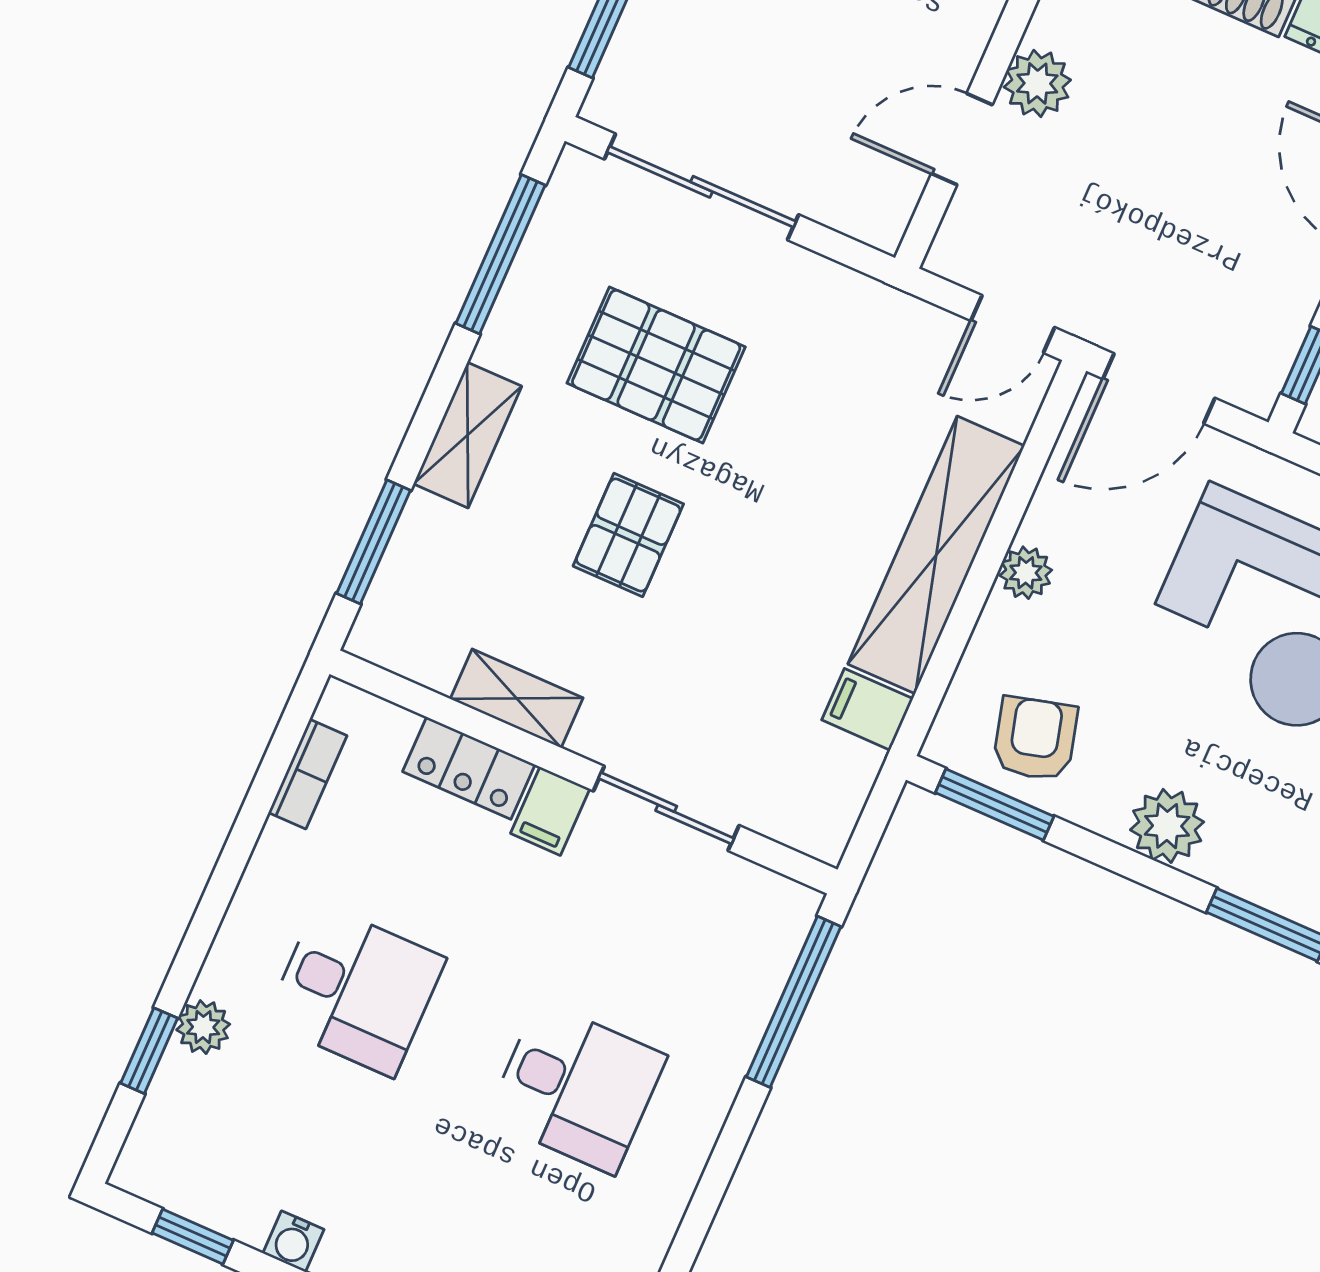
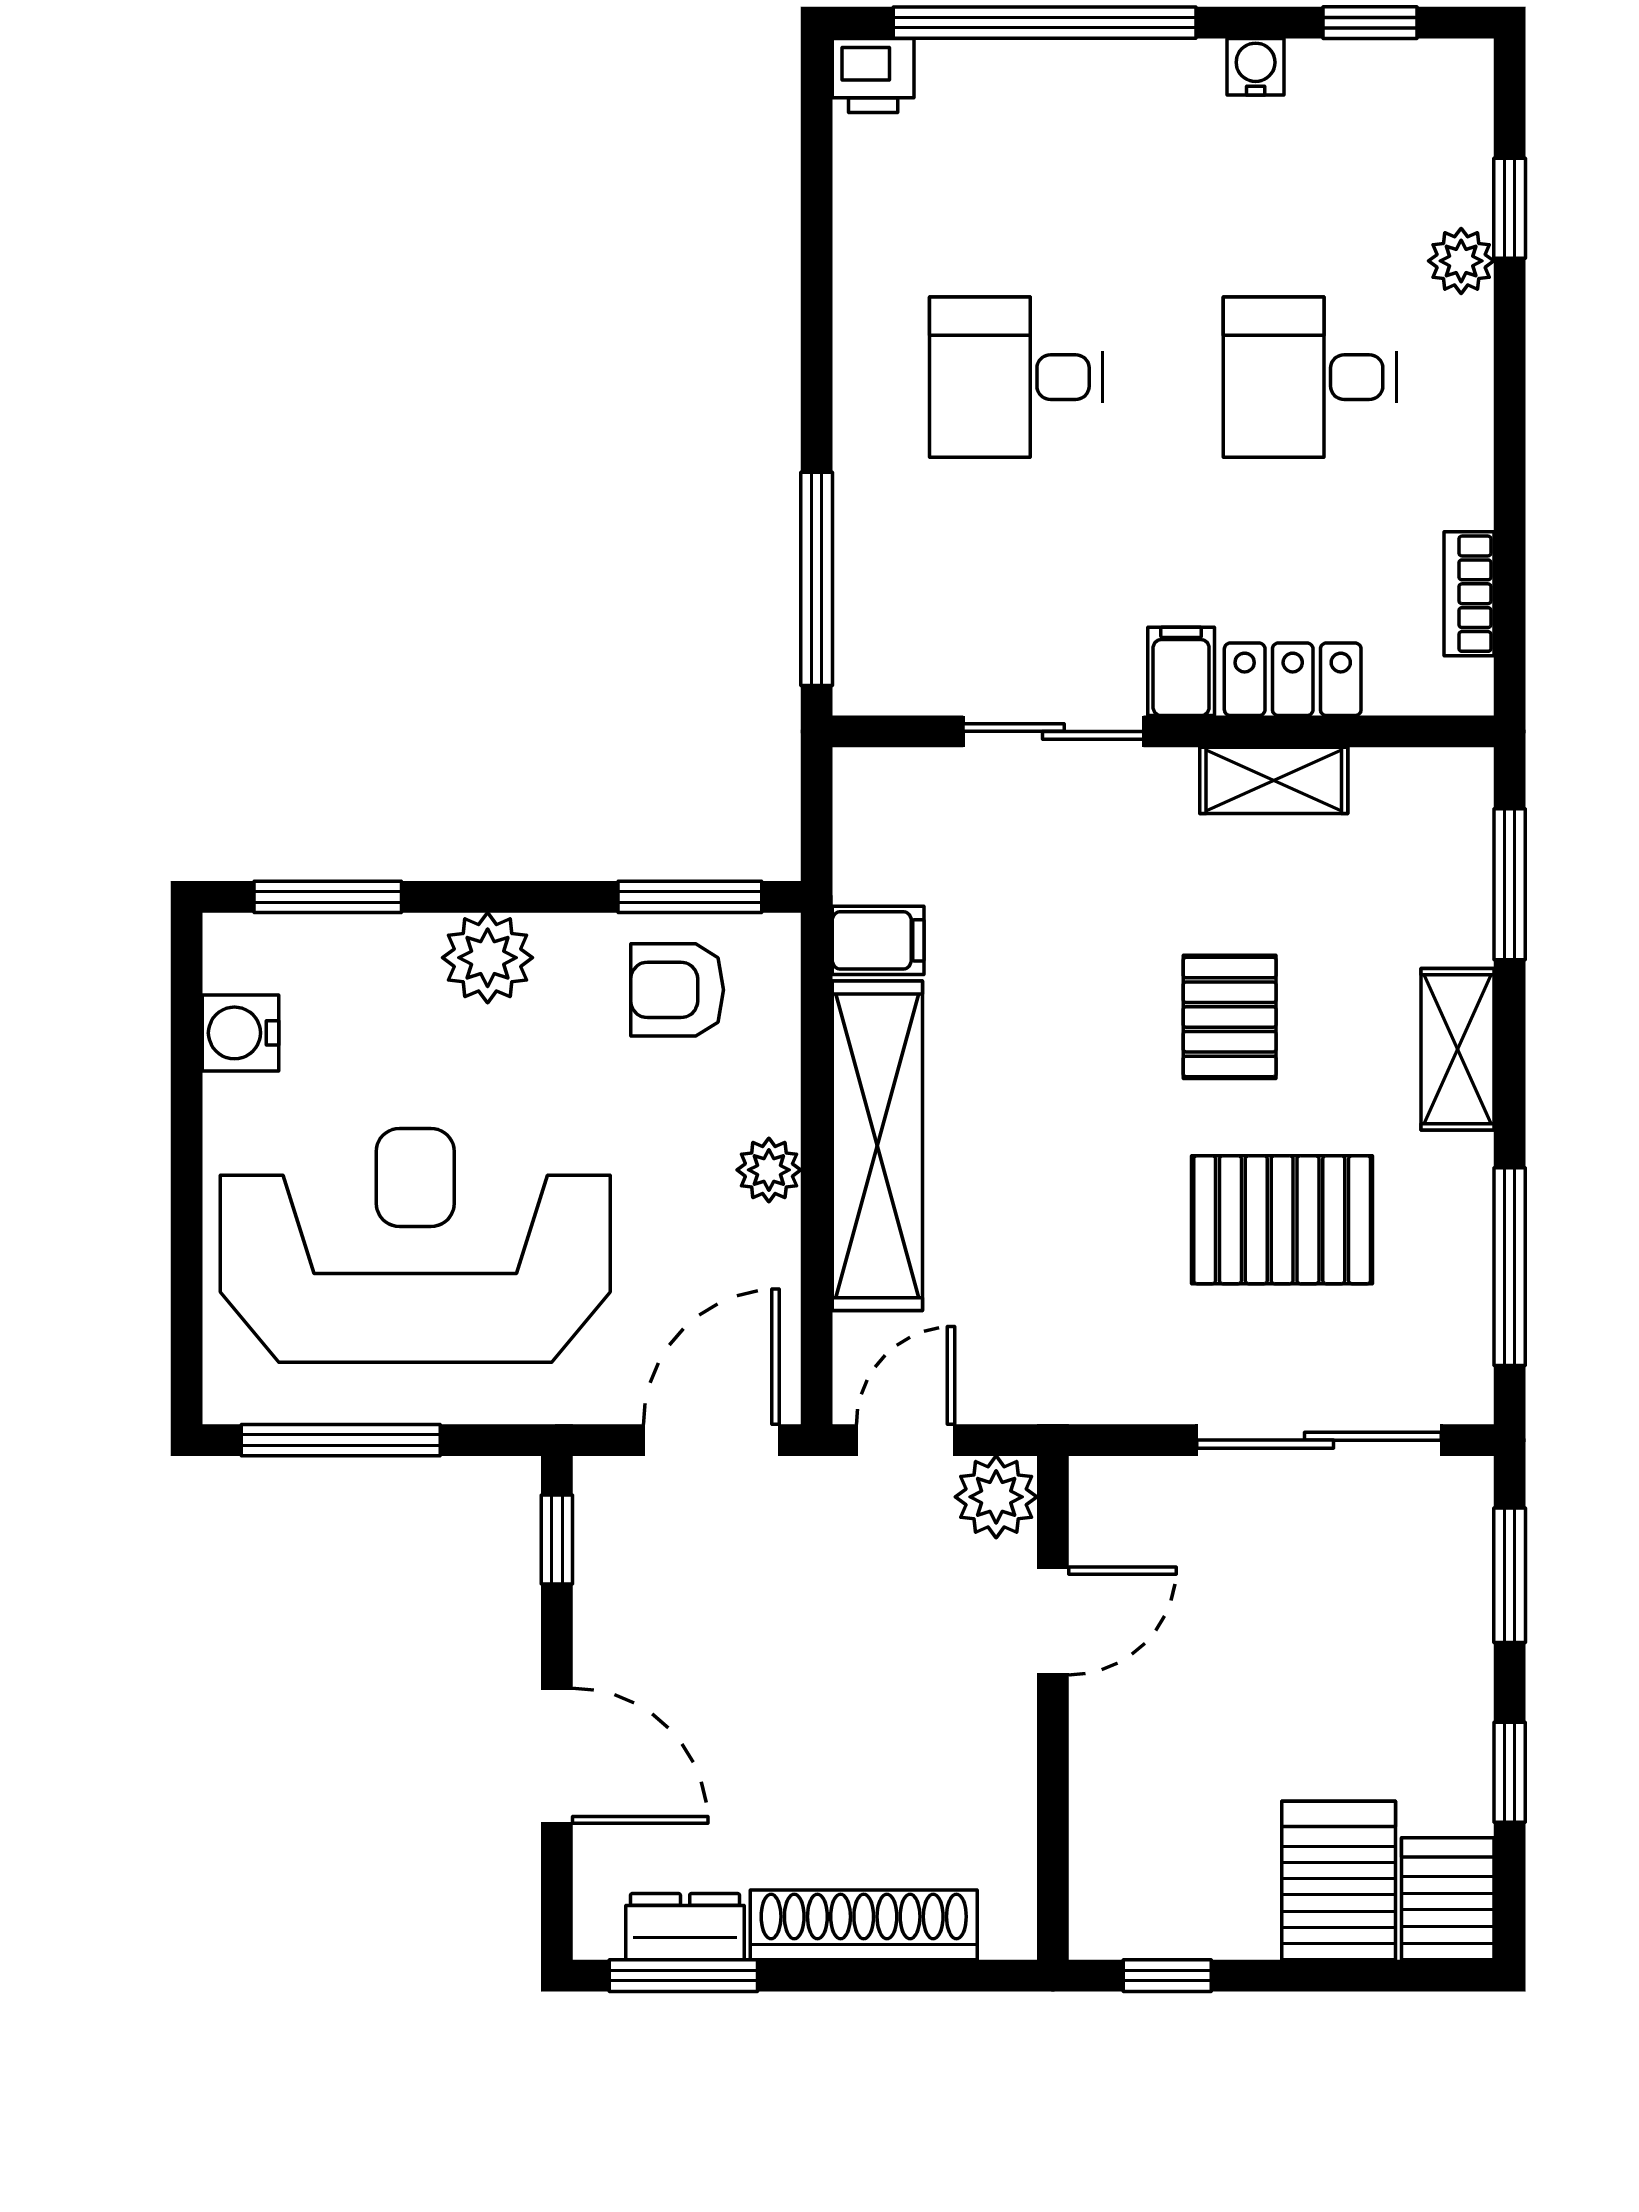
plant: (1037, 83) -> (996, 1497), moved
armchair: (1035, 739) -> (677, 990), turned 105

